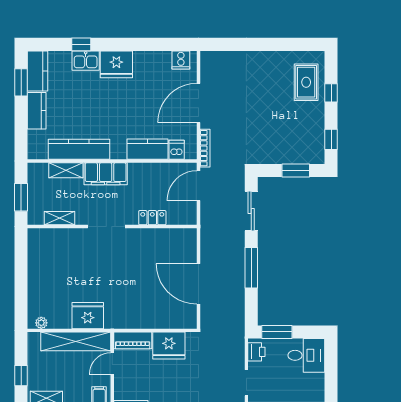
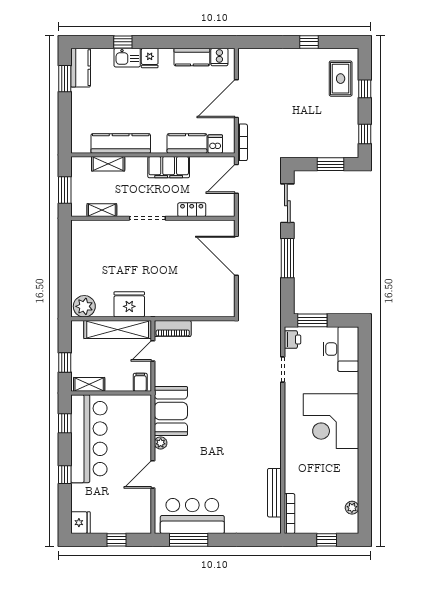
window: (273, 44) -> (309, 42), added
fridge: (116, 64) -> (150, 58), width x0.53, depth x0.75
kitchen counter: (37, 111) -> (192, 57), moved, turned 90
filing cabinet: (106, 174) -> (169, 167), moved
door: (198, 284) -> (236, 256), moved
plant: (41, 323) -> (84, 306), width x1.87, depth x1.87
fridge: (169, 346) -> (208, 333), removed
desk: (306, 355) -> (341, 349), width x1.37

